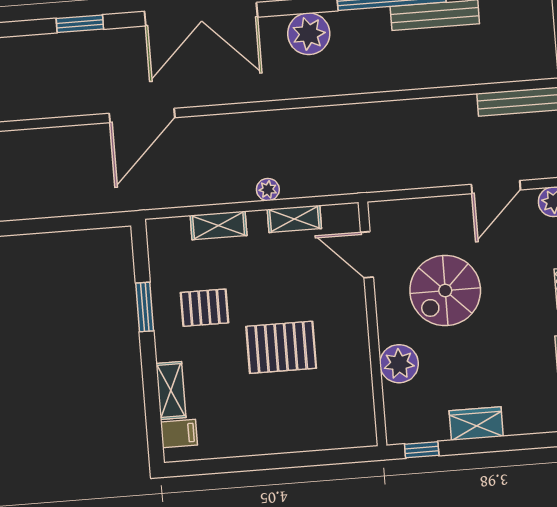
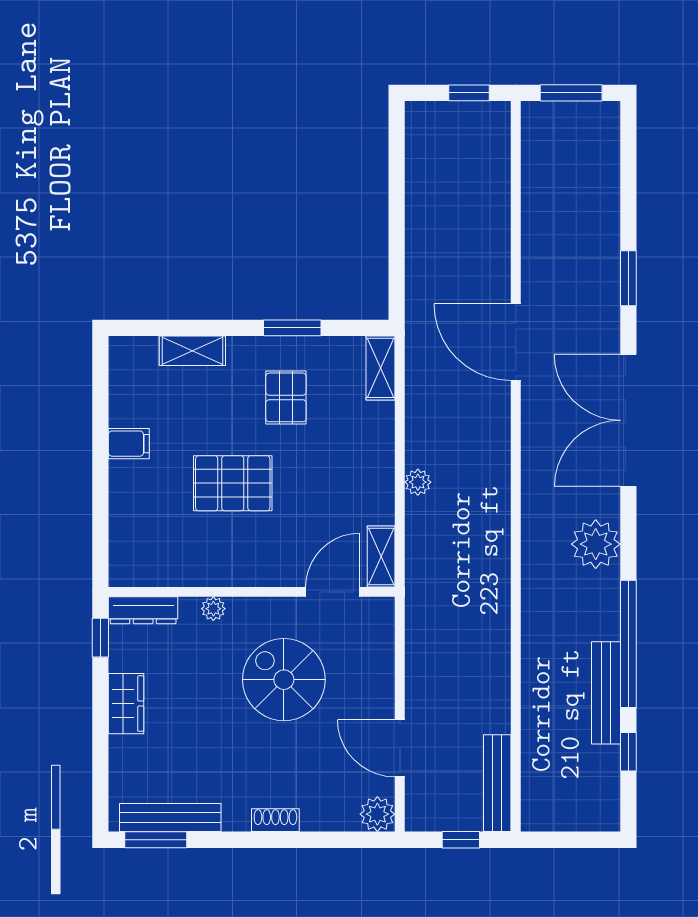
shelving: (294, 219) -> (381, 556), moved
shelving: (219, 225) -> (381, 368), moved
pallet: (281, 347) -> (233, 483), turned 90
plant: (399, 364) -> (213, 609), width x0.53, depth x0.53
dresser: (395, 415) -> (143, 610), added
filing cabinet: (179, 433) -> (129, 444), moved, turned -90

